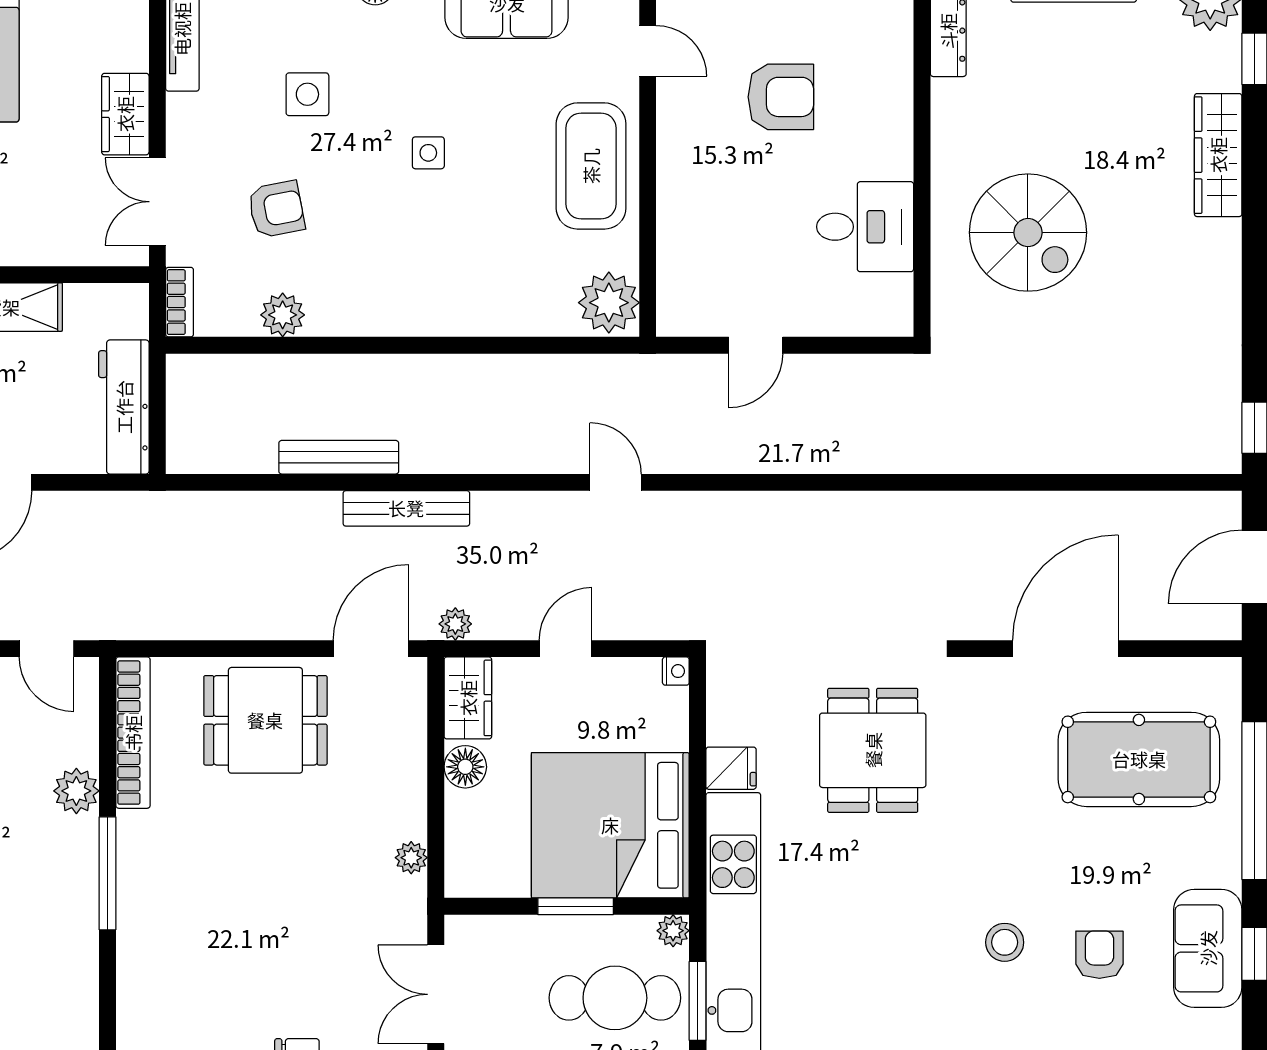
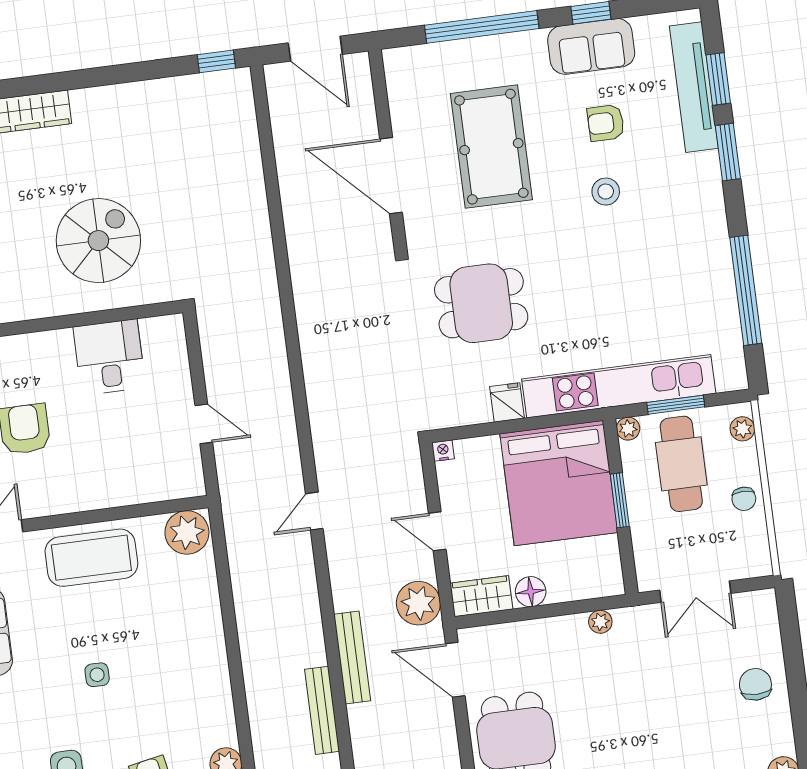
plant: (455, 624) -> (418, 603), width x1.87, depth x1.87
pool table: (1139, 759) -> (491, 147), moved

